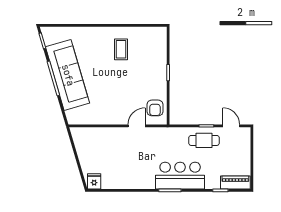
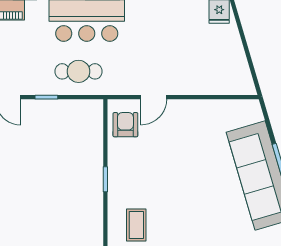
coffee table: (121, 49) -> (136, 225), moved
cafe table: (204, 140) -> (79, 71), moved

